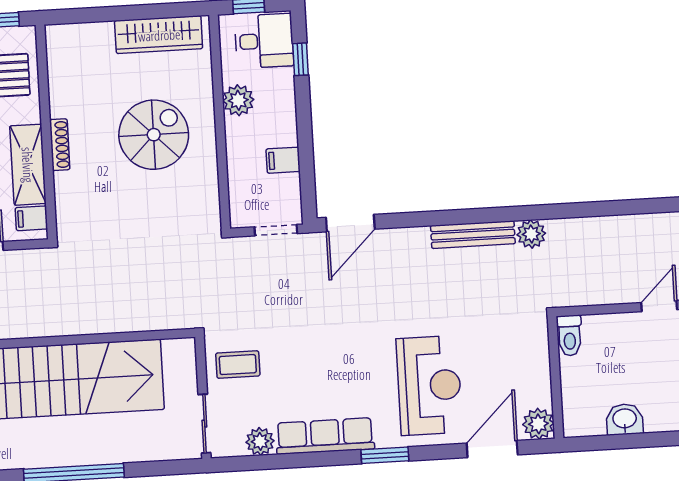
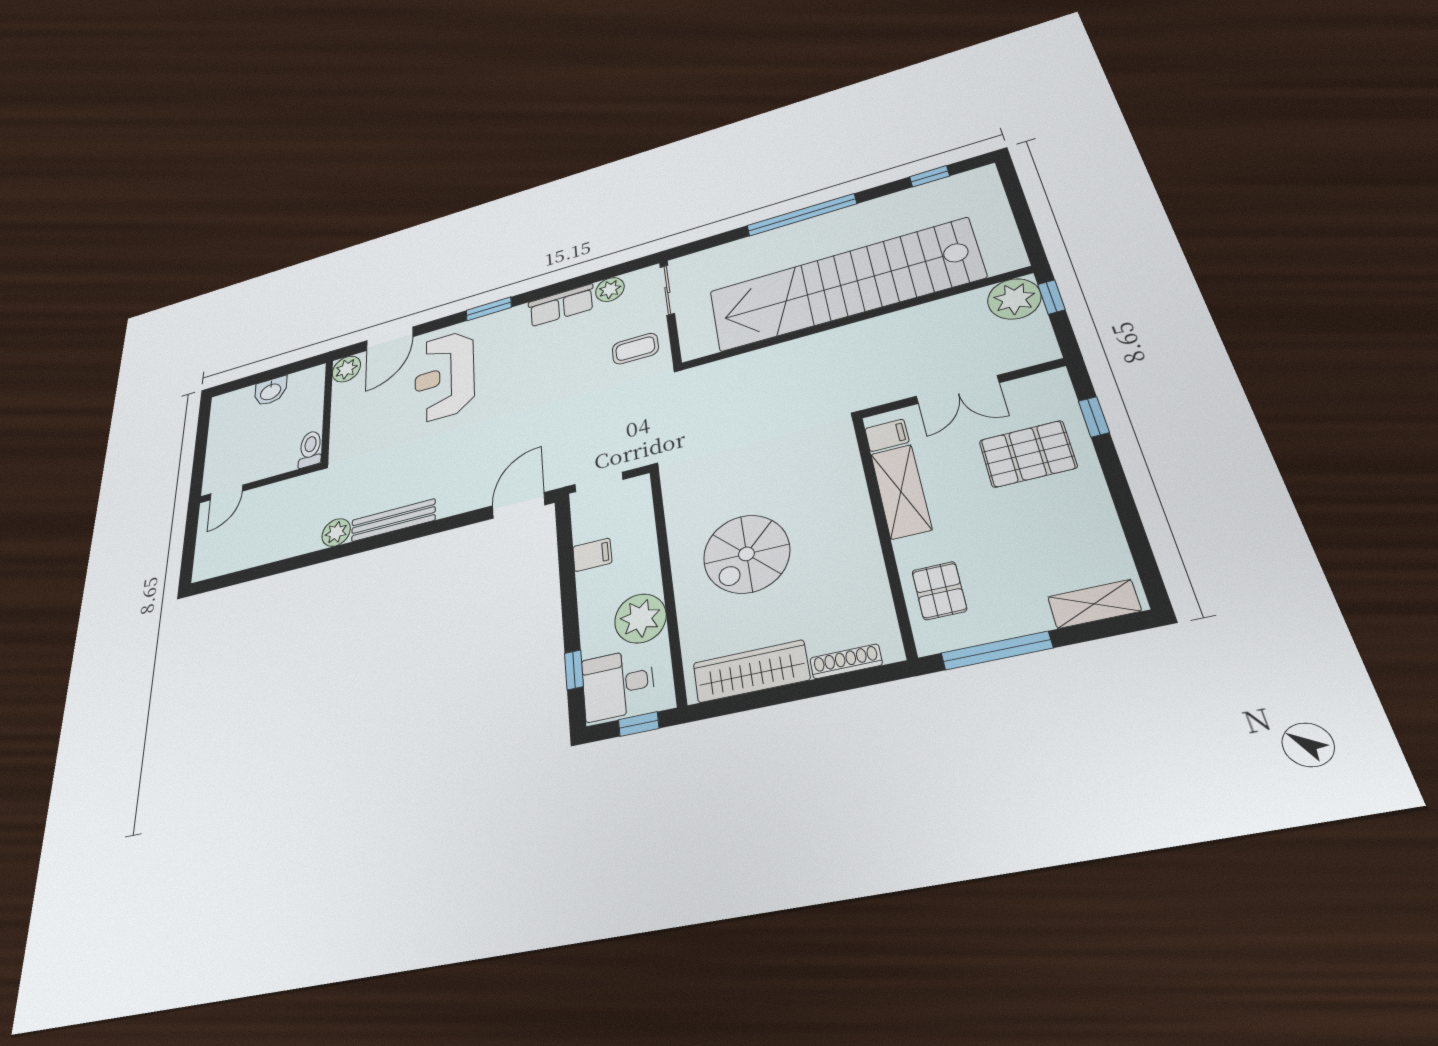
plant: (238, 100) -> (640, 618), width x1.36, depth x1.36
shoe rack: (60, 145) -> (846, 661), moved, turned 90
row of seats: (325, 436) -> (561, 305), width x0.68

